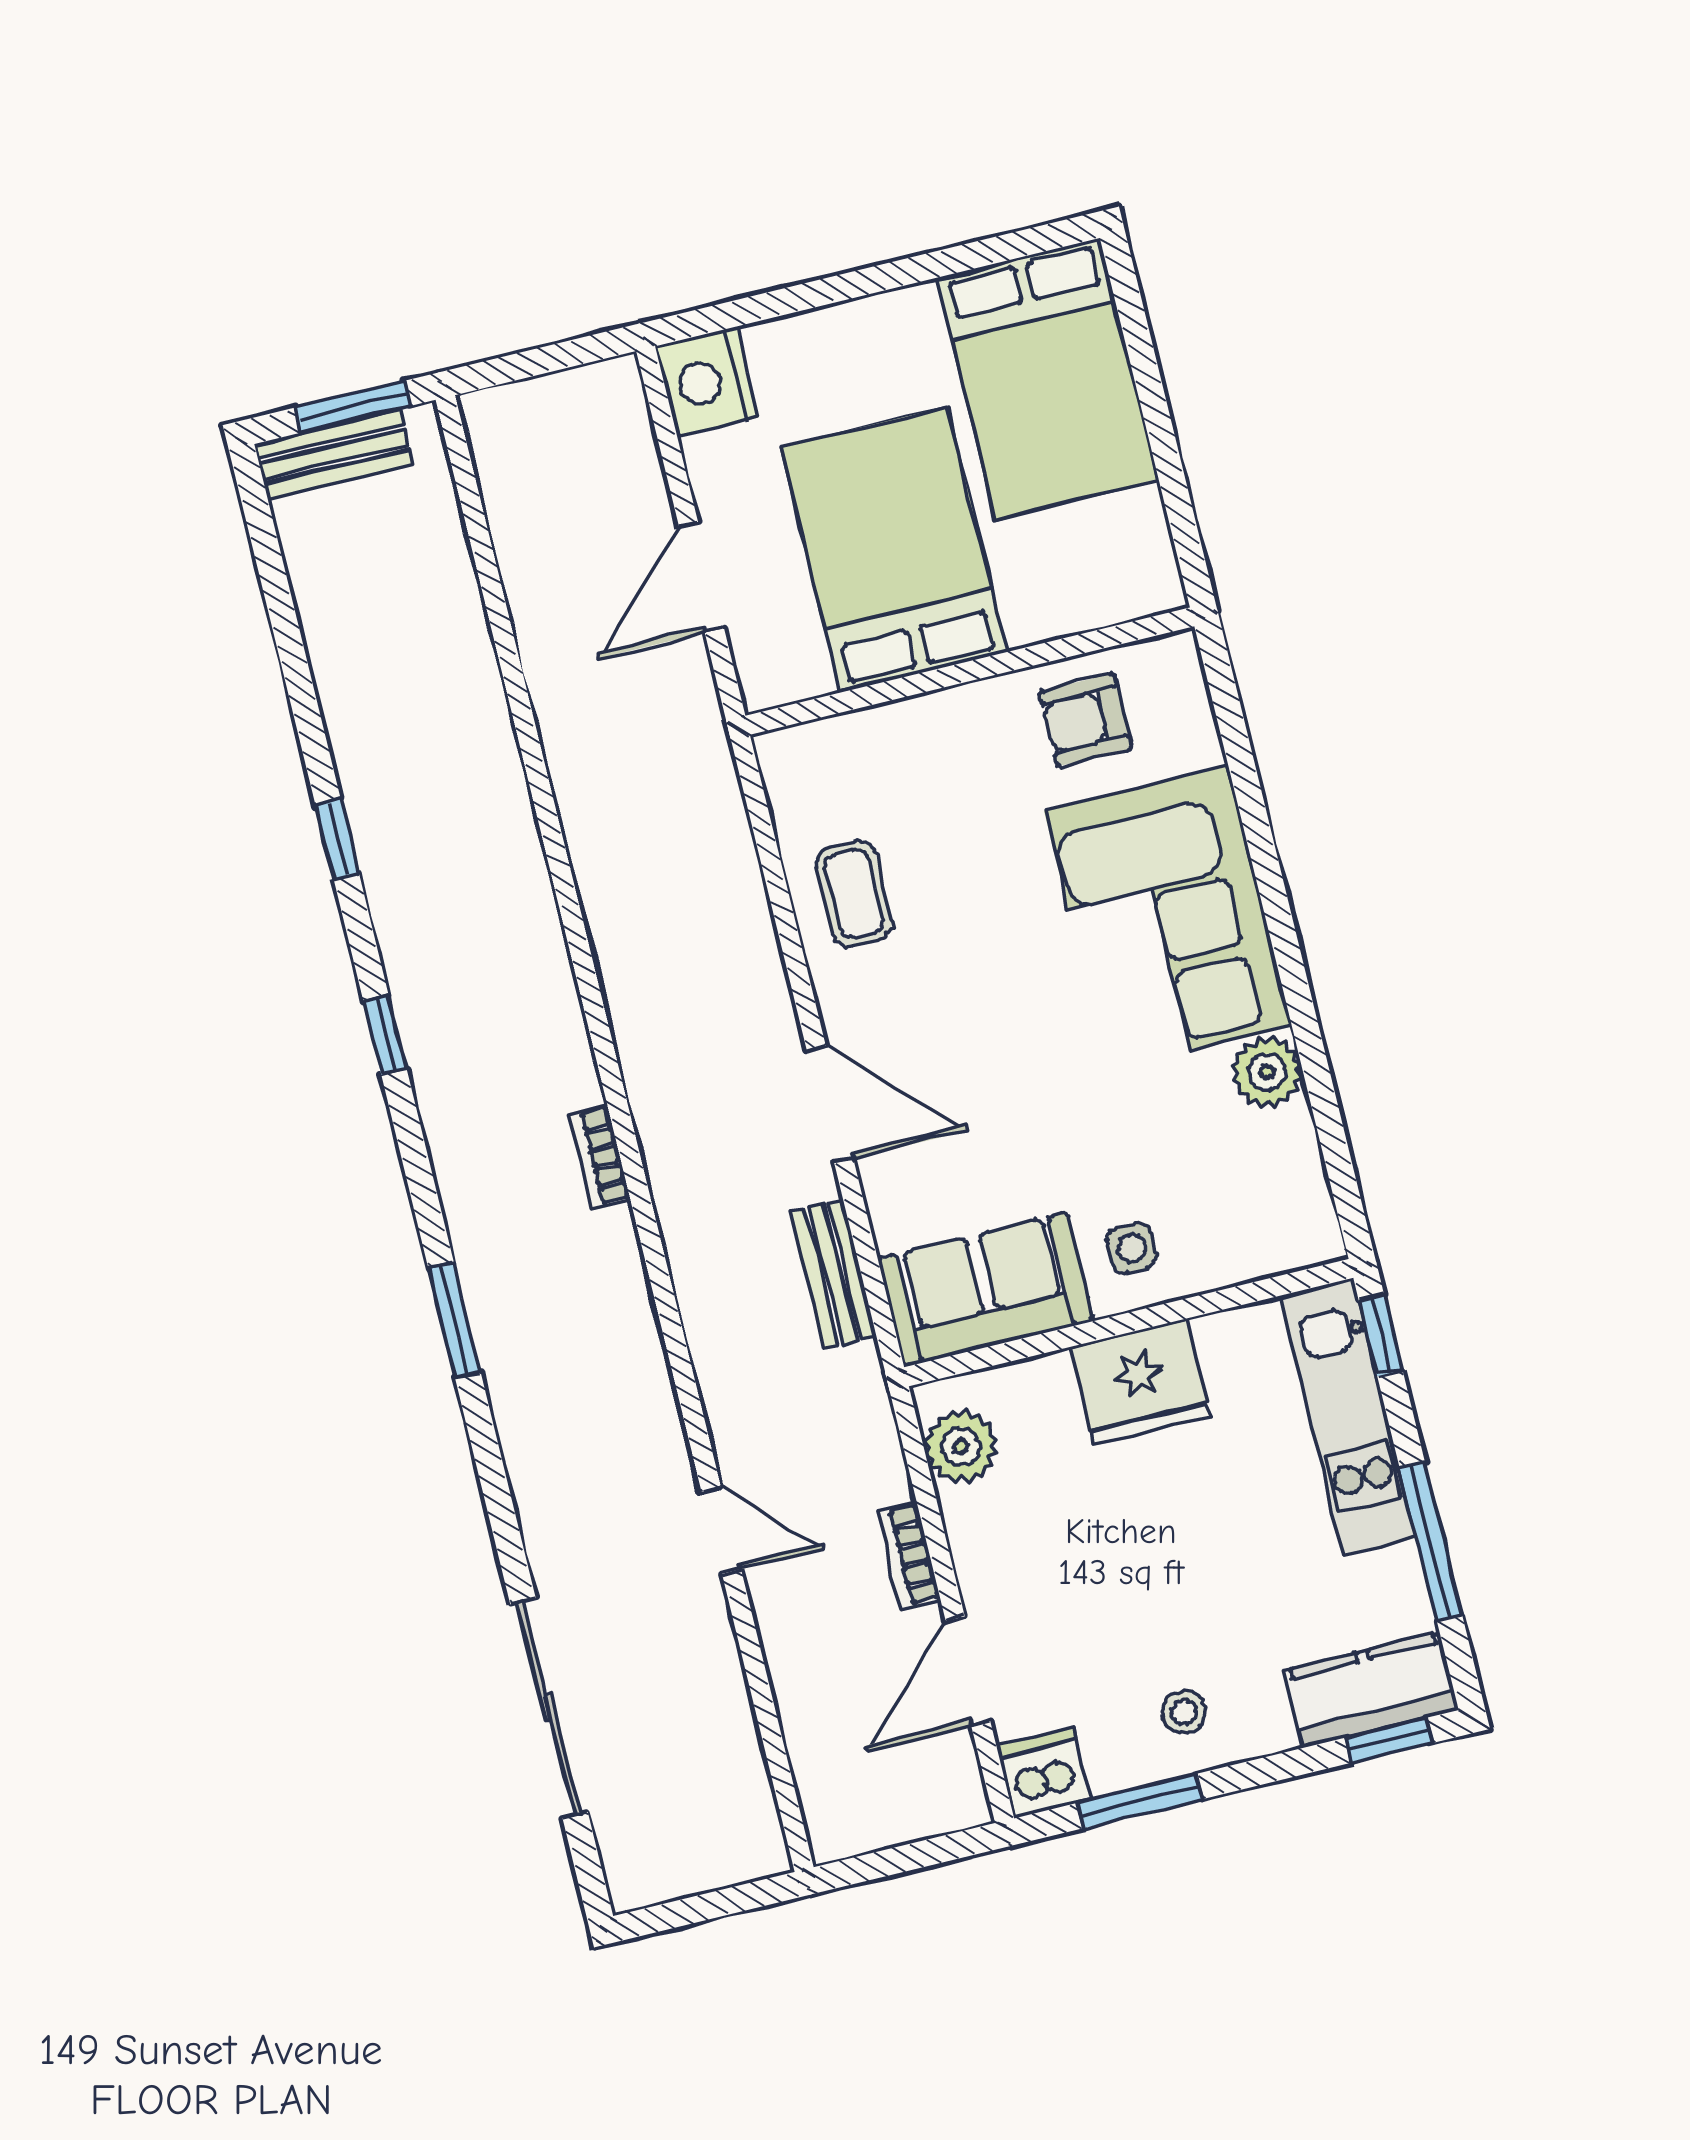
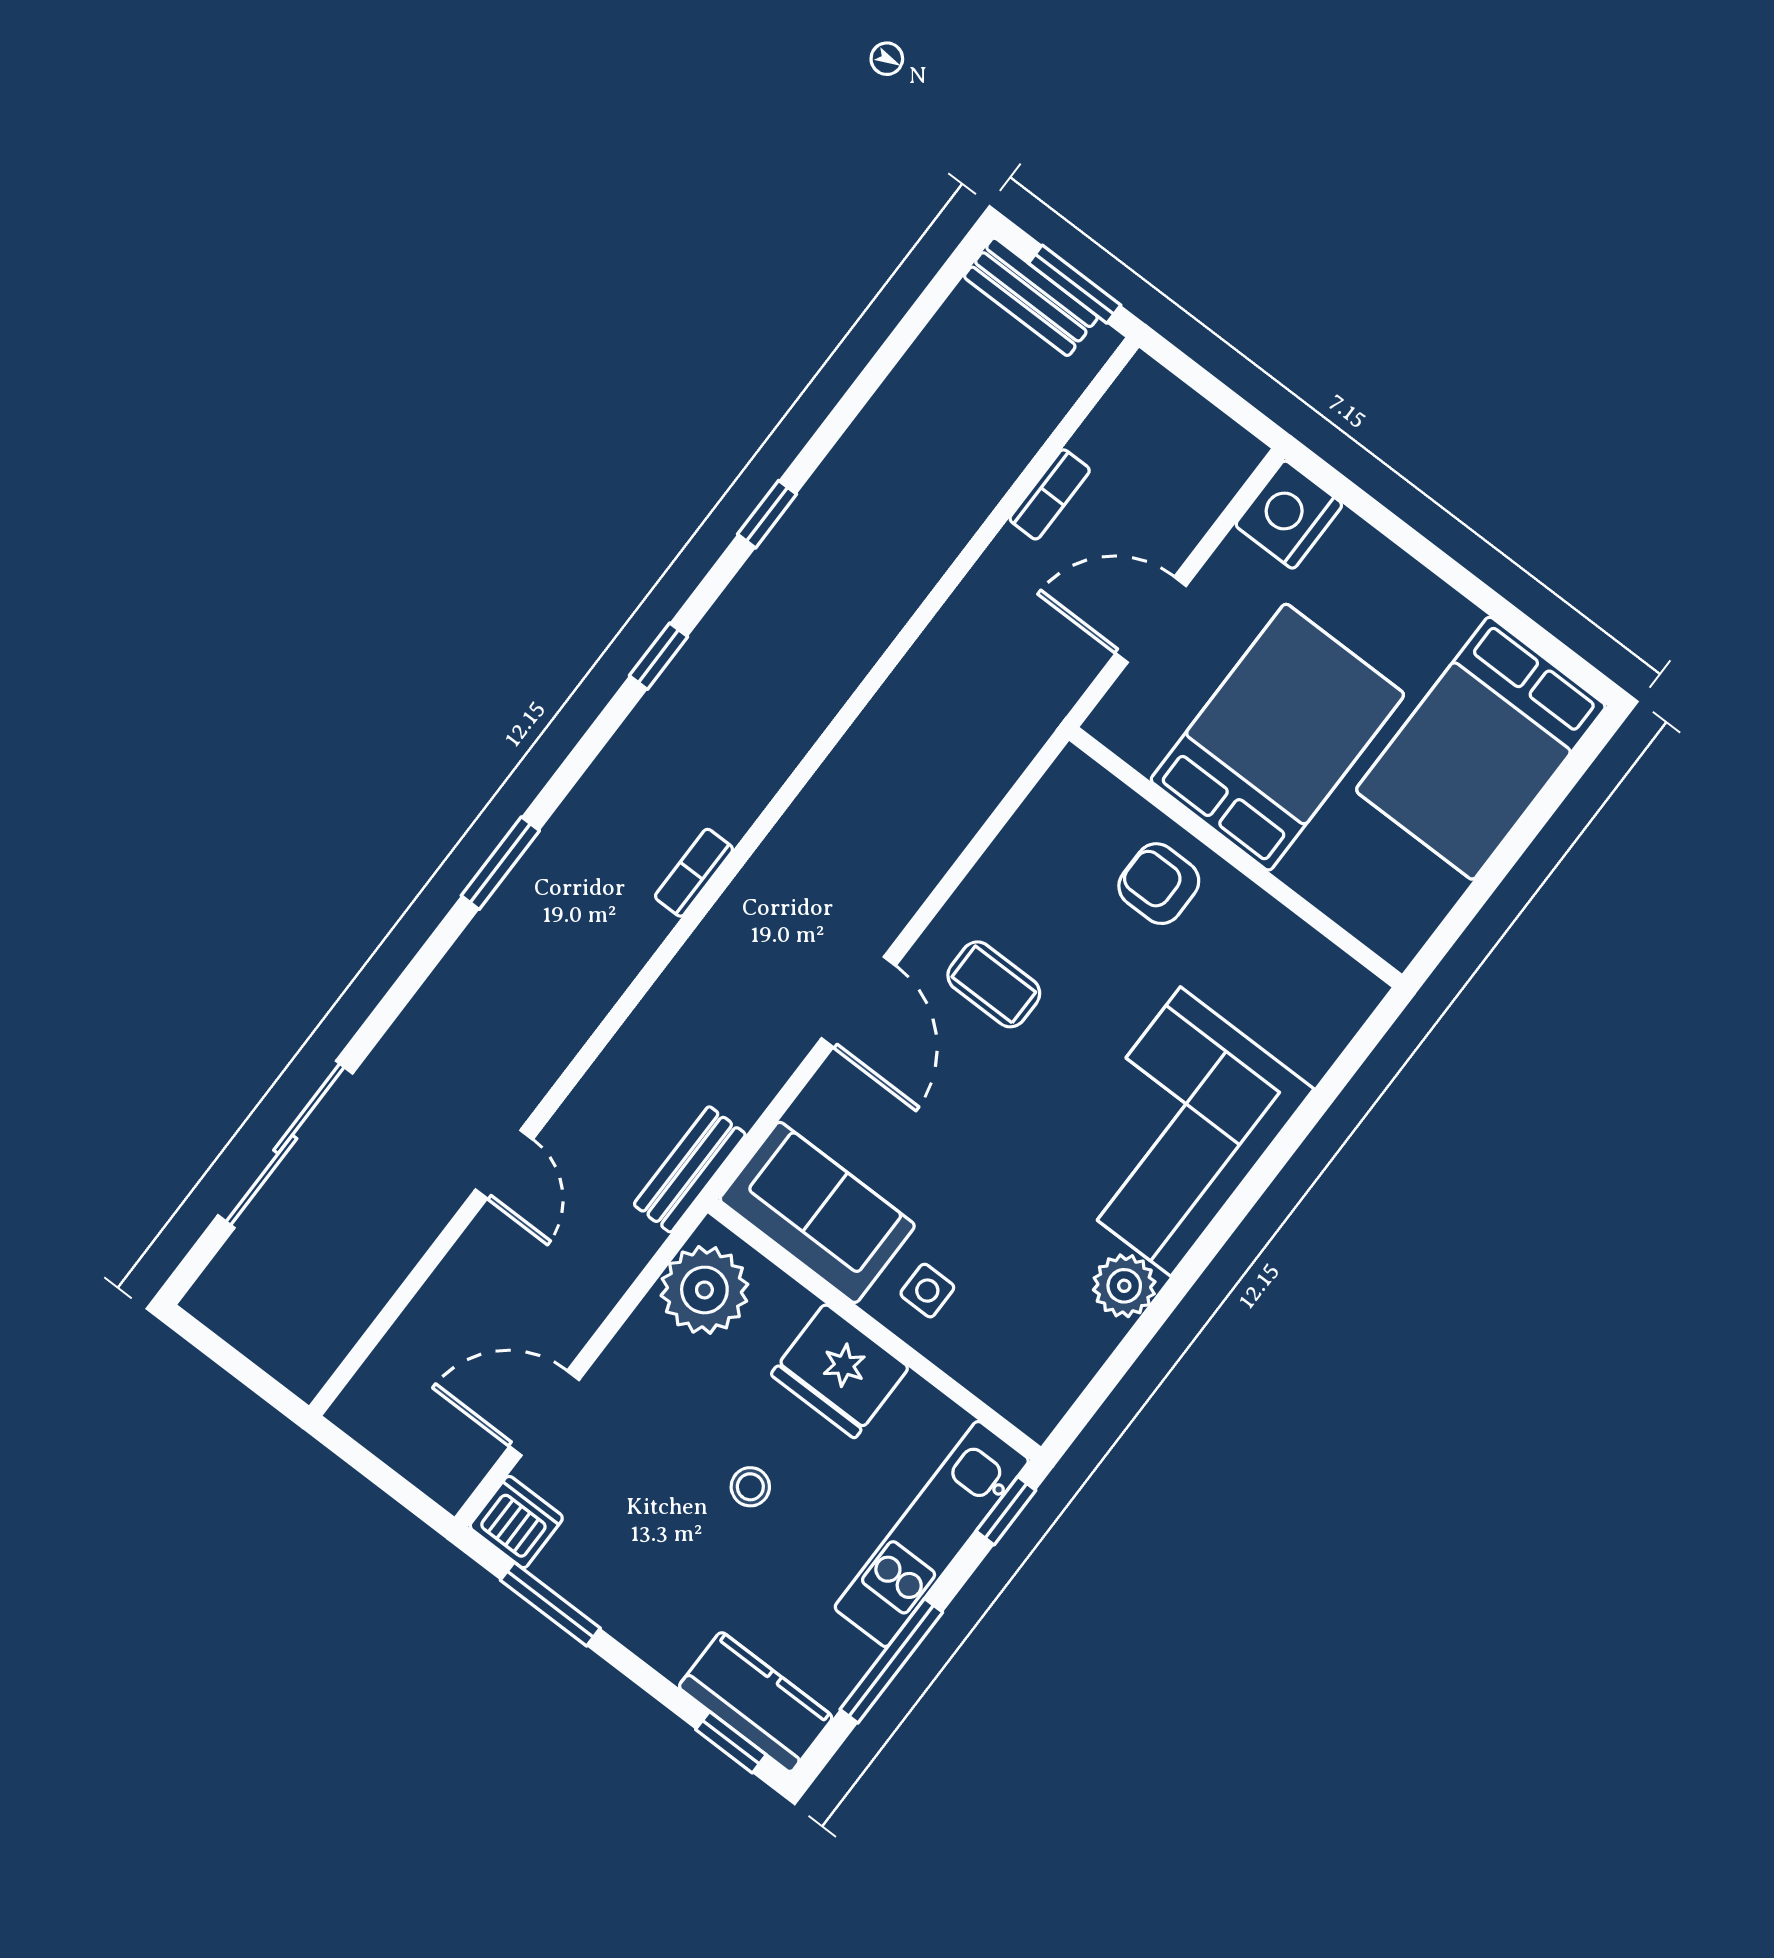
armchair: (1086, 720) -> (1159, 884), moved
coffee table: (854, 894) -> (994, 984), moved, turned 90
bench: (834, 1274) -> (690, 1169), moved
plant: (961, 1447) -> (704, 1290), width x1.36, depth x1.36
bookcase: (909, 1555) -> (1050, 494), moved, turned 180
stool: (1184, 1712) -> (750, 1487), moved

